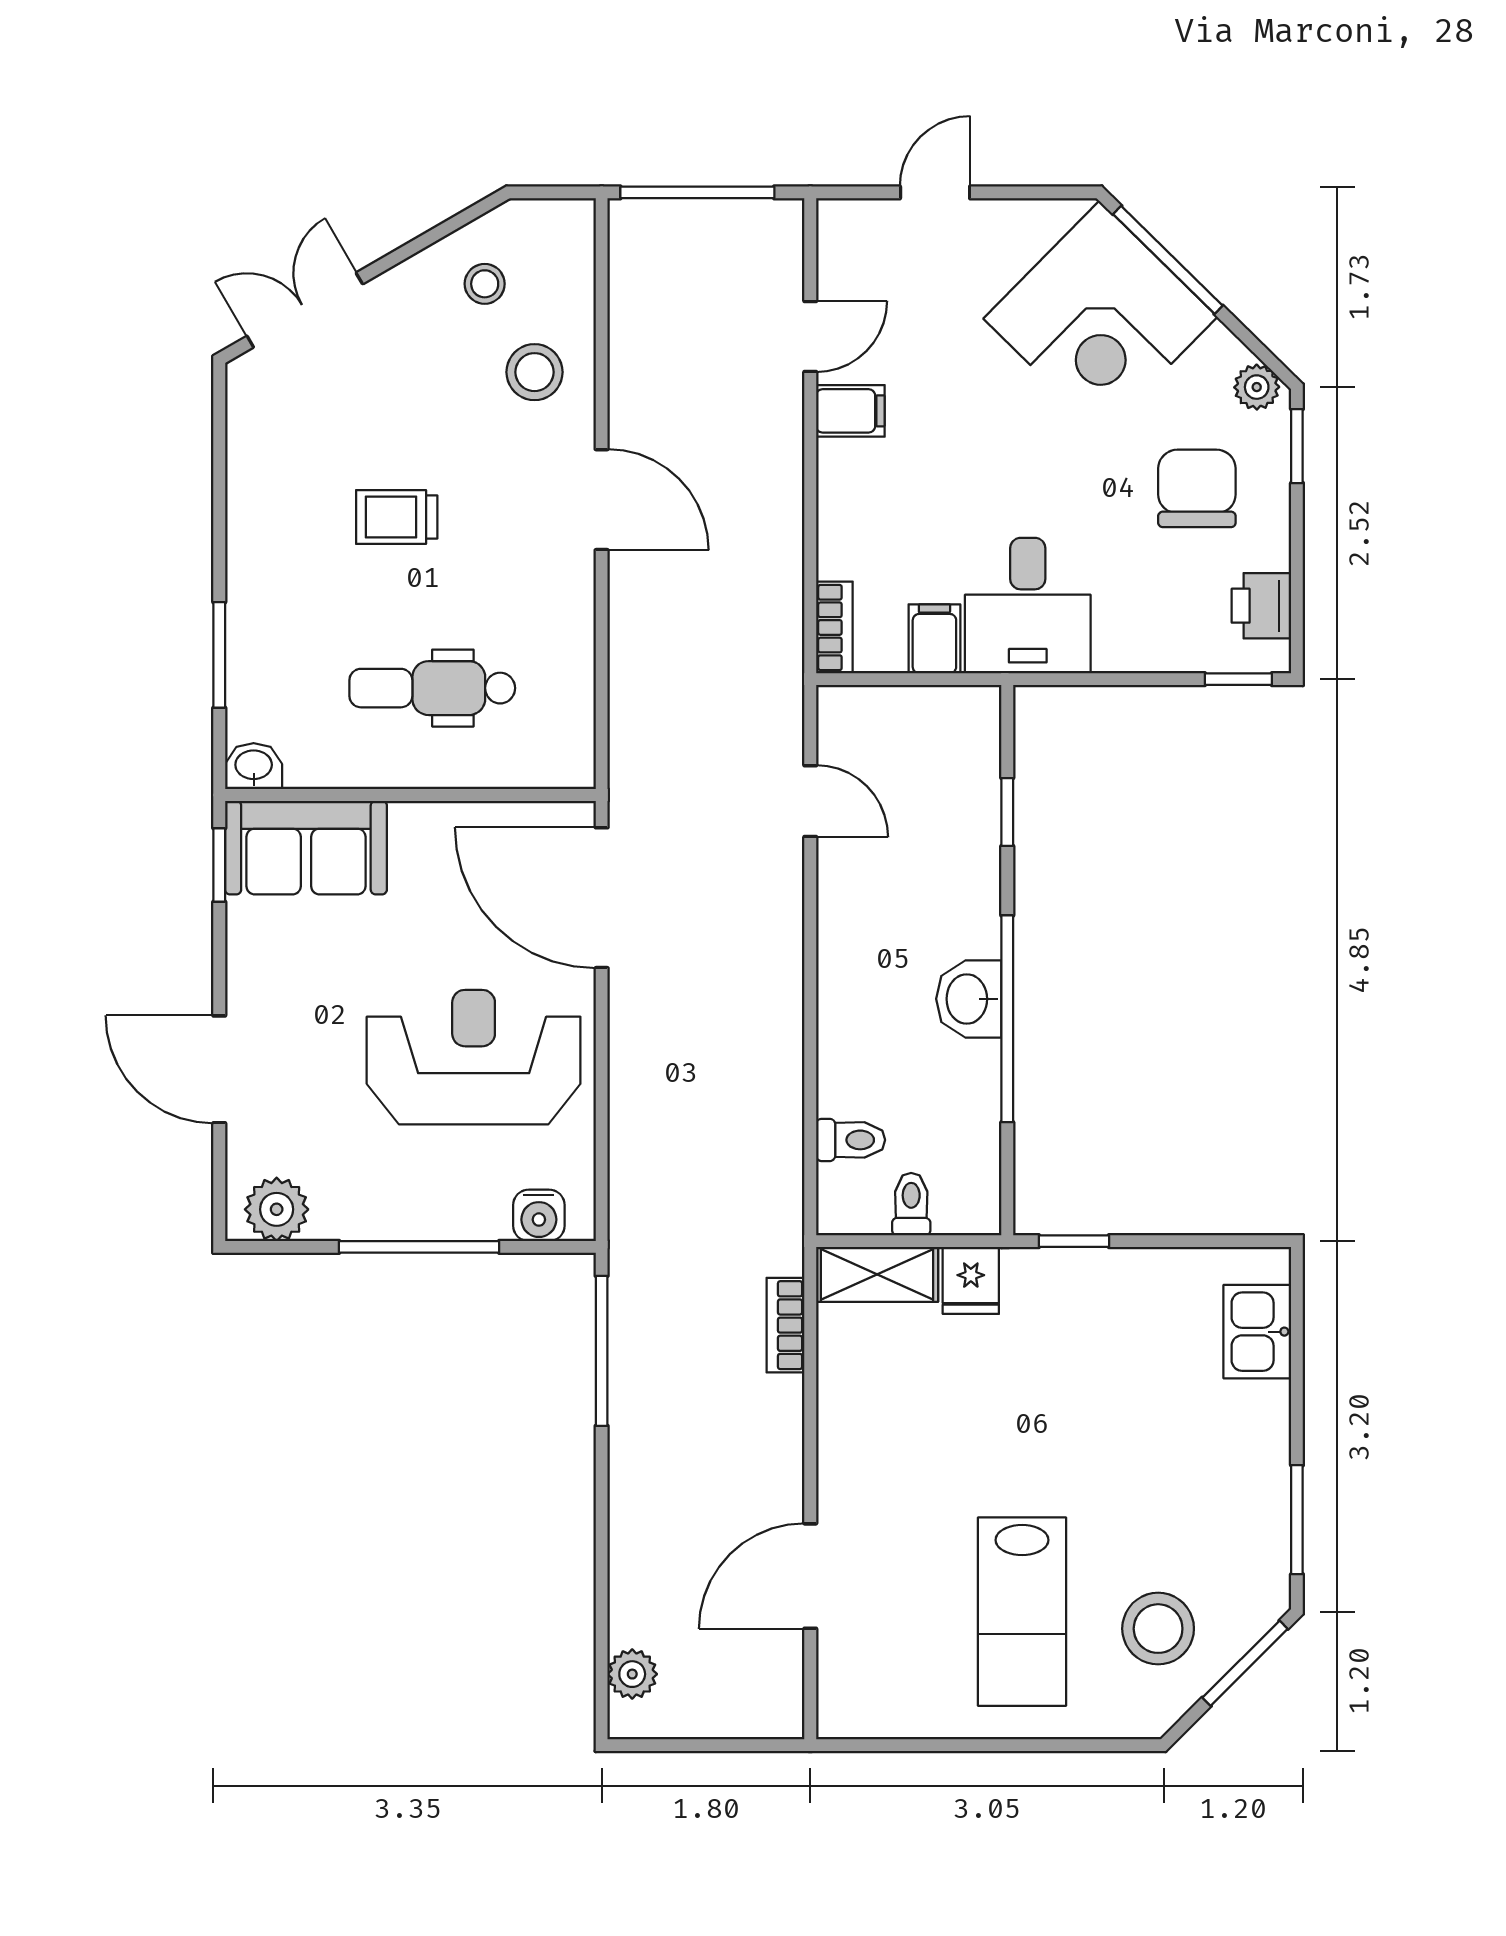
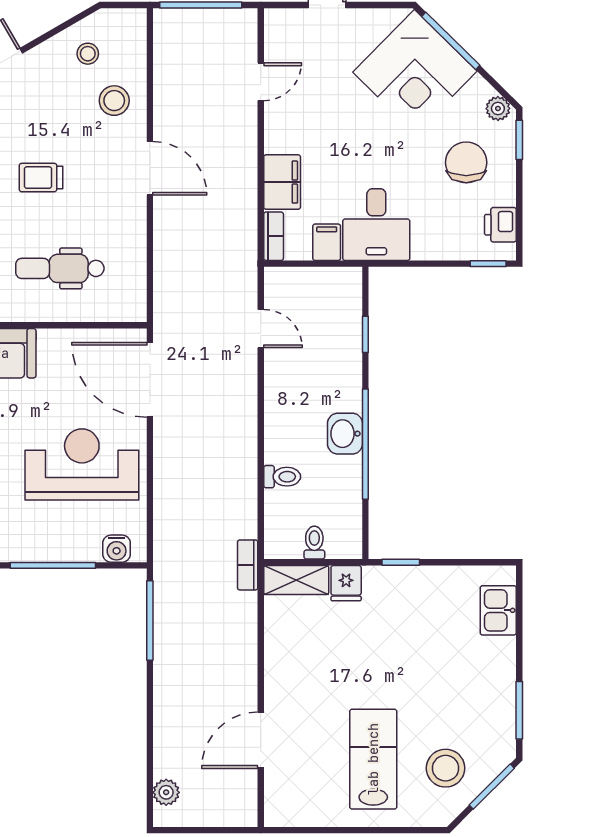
filing cabinet: (850, 411) -> (282, 182), moved, width x2.00
toilet: (851, 1140) -> (282, 477), moved
bookcase: (786, 1325) -> (248, 565), moved
lab bench: (1022, 1612) -> (373, 759), turned 180

